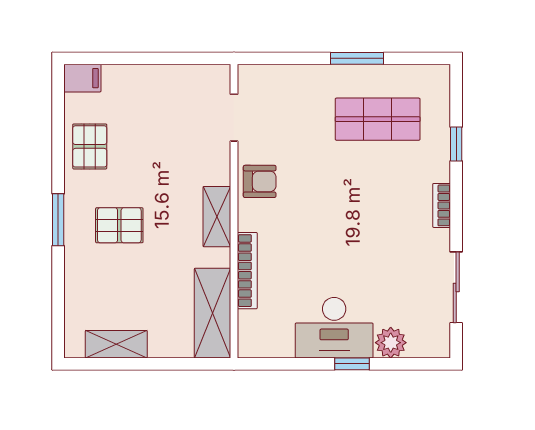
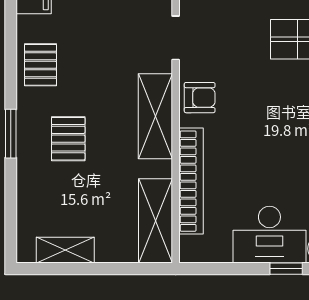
shelving: (217, 217) -> (155, 116), width x1.50, depth x1.33
pallet: (119, 225) -> (68, 139), turned 90
bookcase: (247, 271) -> (191, 181), width x1.48, depth x1.31

